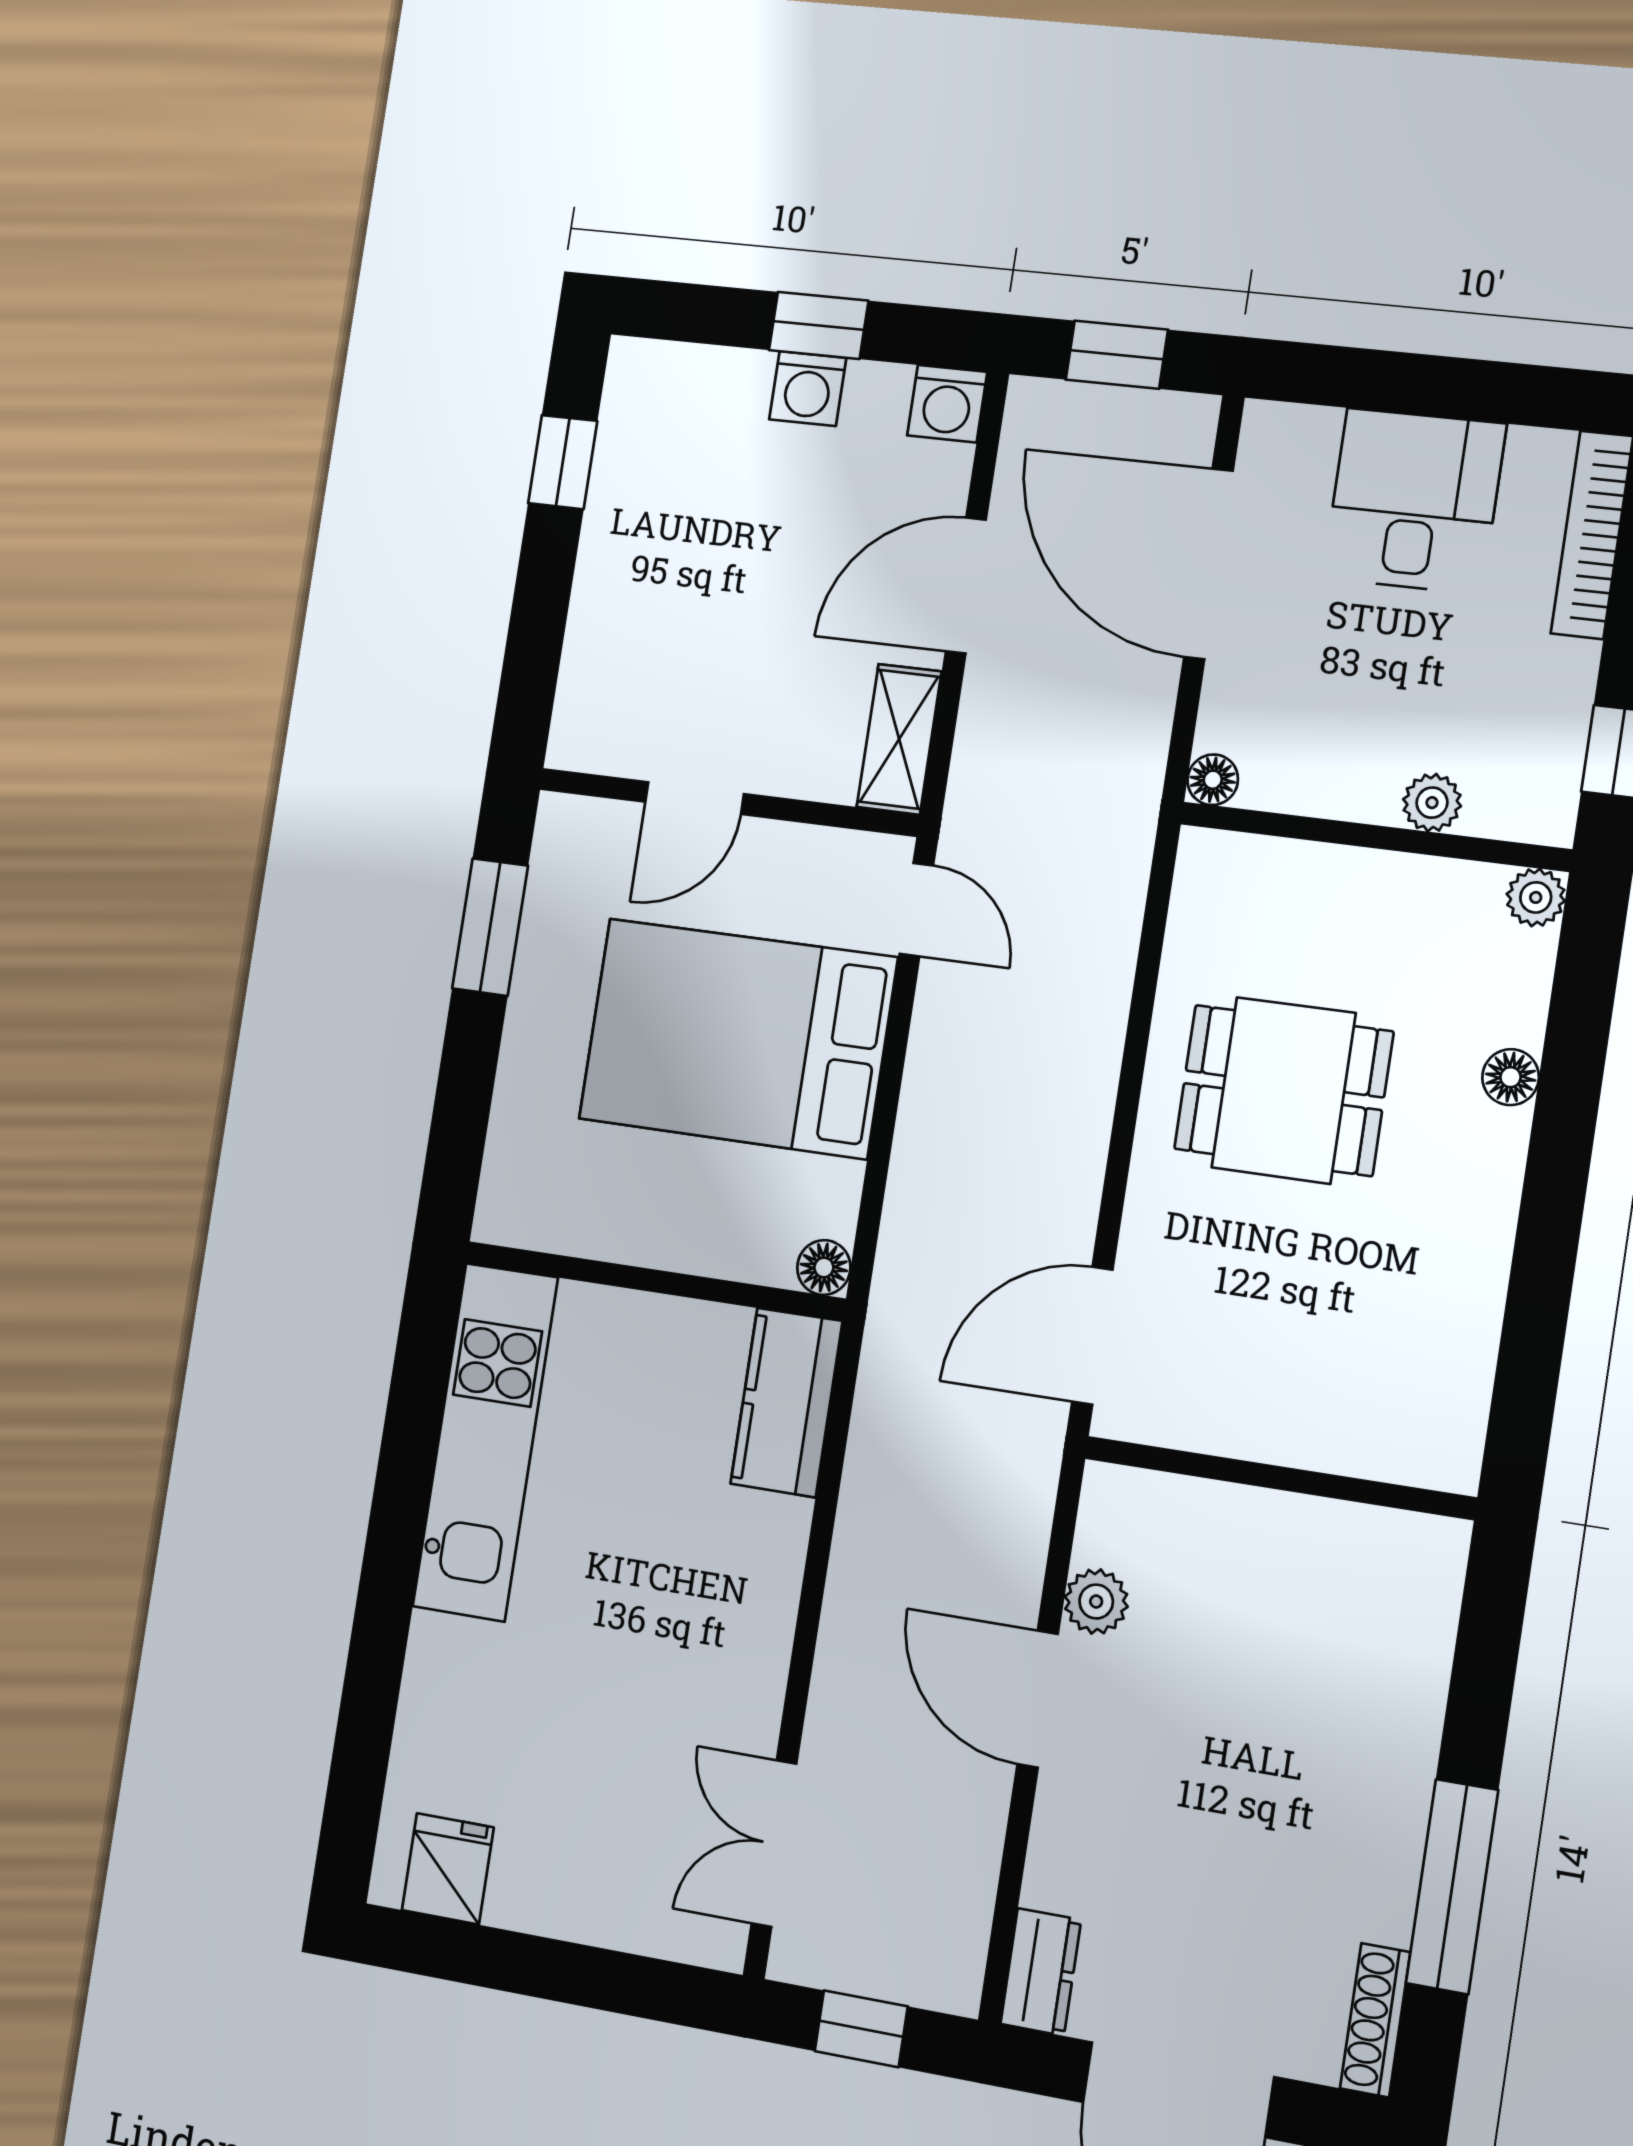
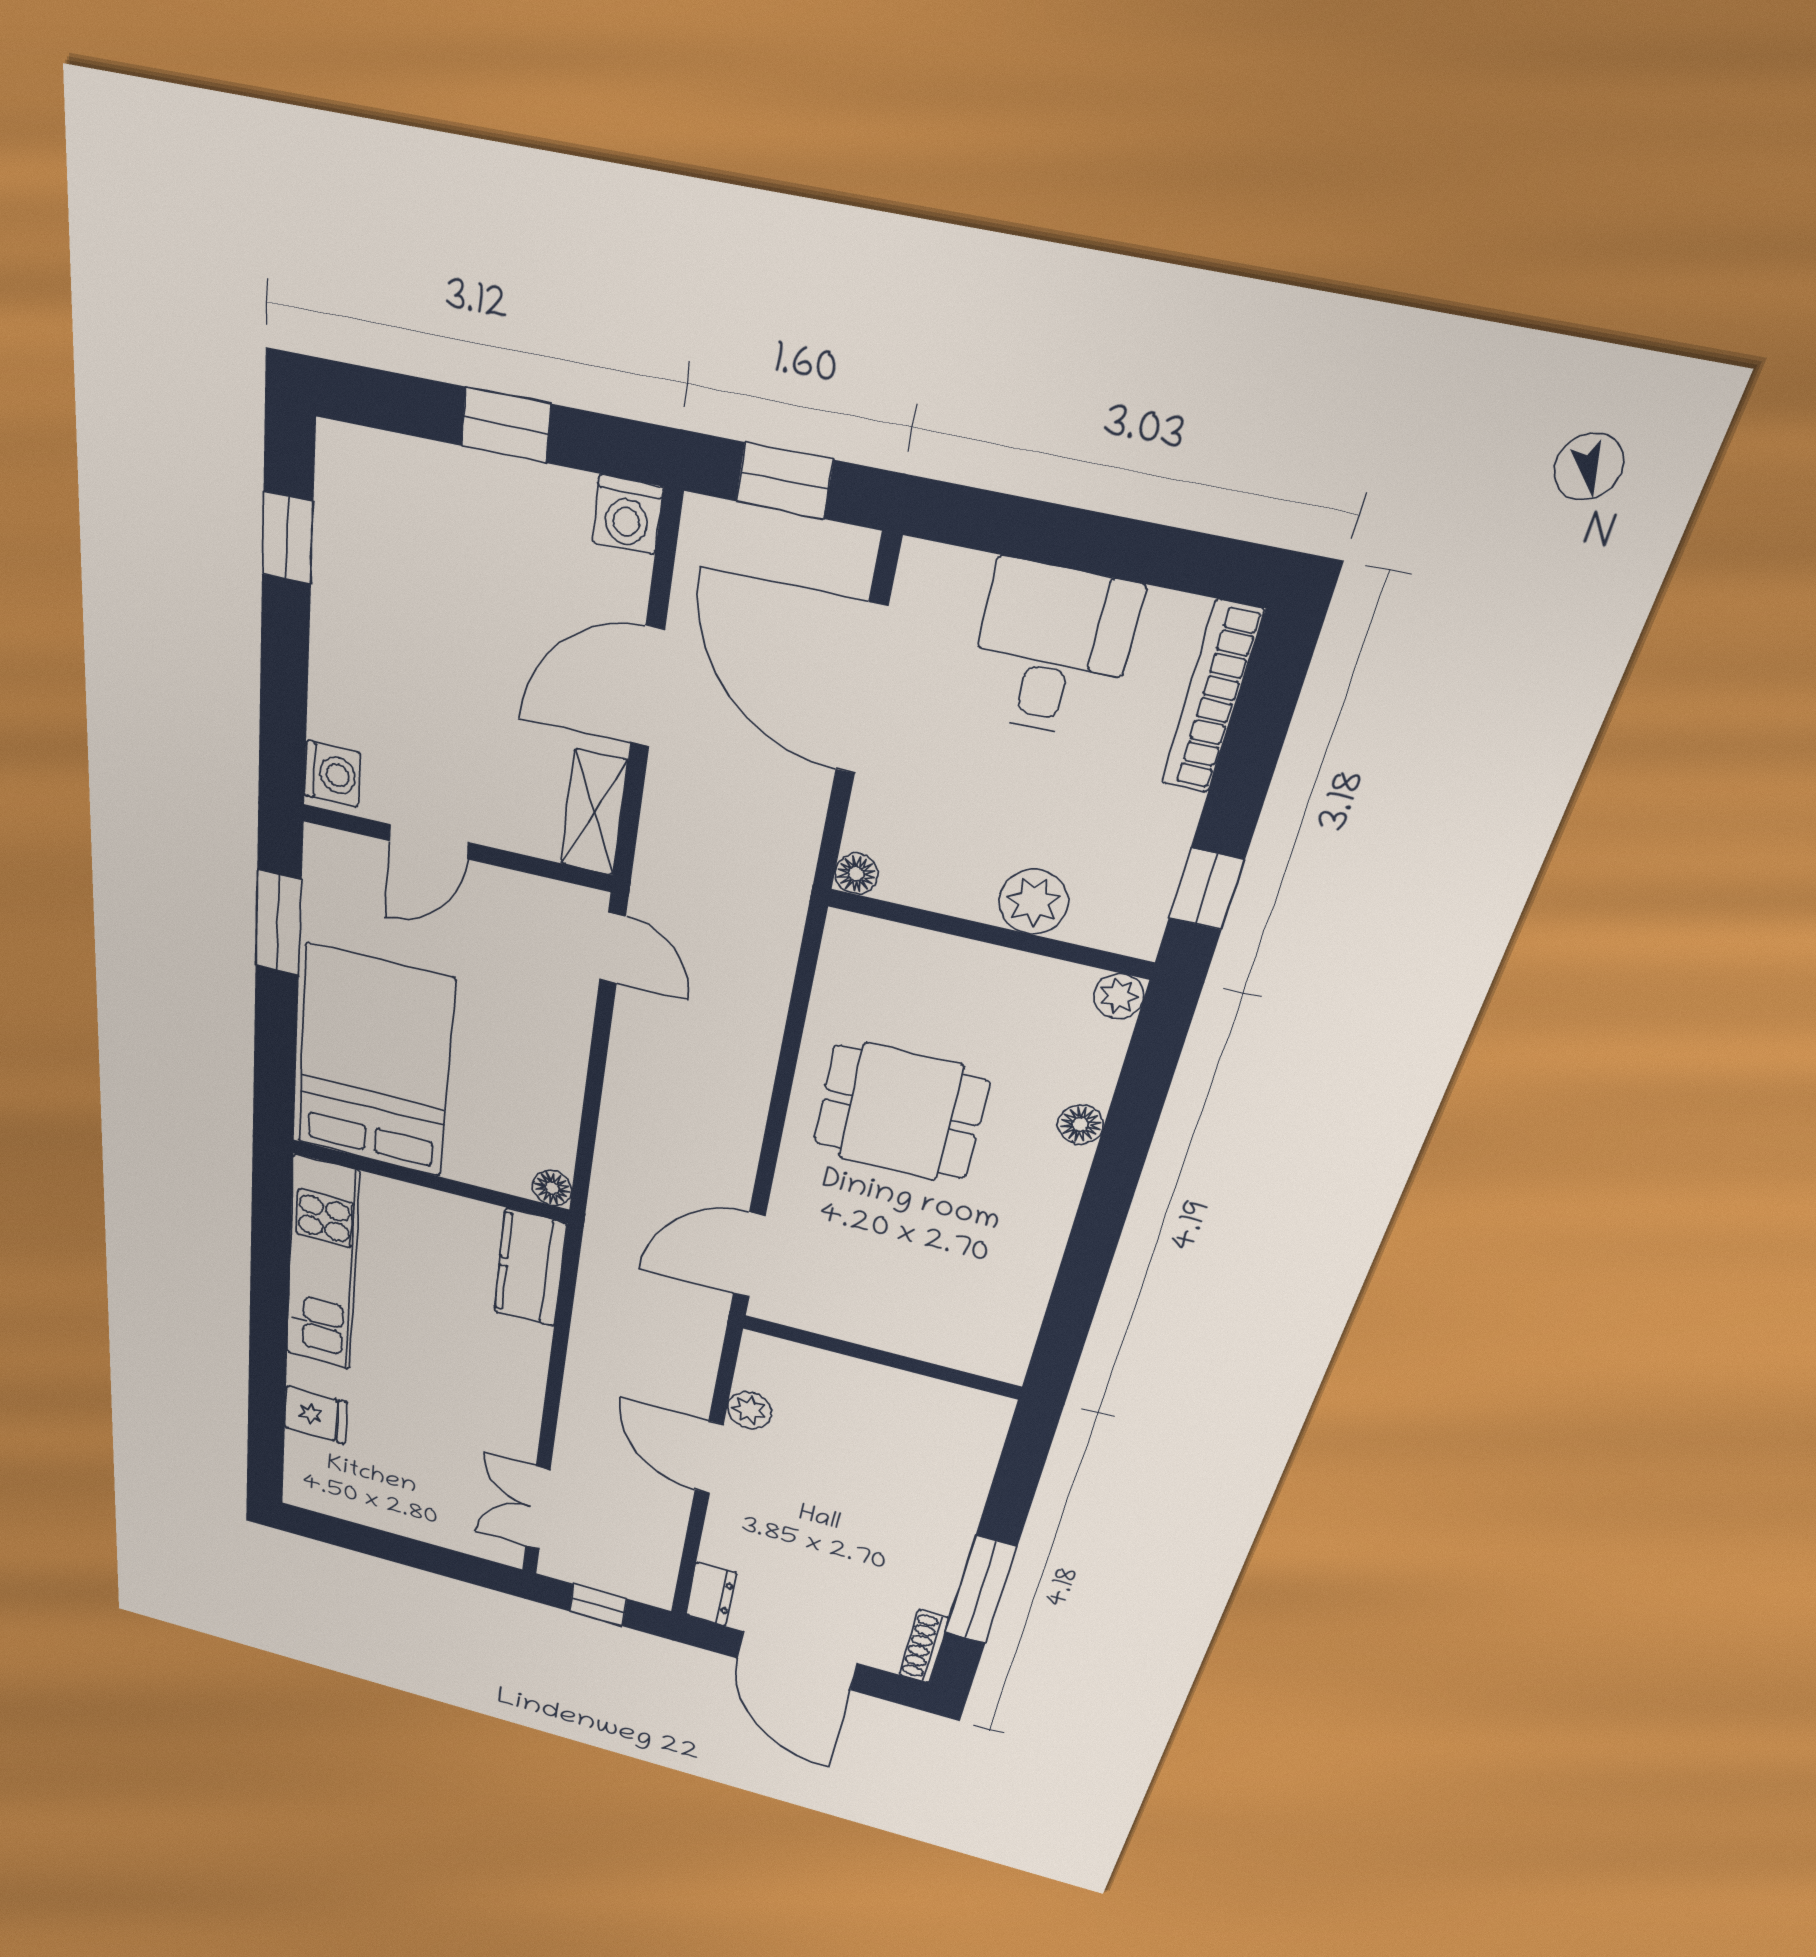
washing machine: (808, 389) -> (332, 774), moved, turned -90
plant: (1432, 803) -> (1033, 902), width x1.38, depth x1.38
bed: (737, 1038) -> (375, 1062), moved, turned 90
fridge: (448, 1869) -> (316, 1415), moved, turned 90

